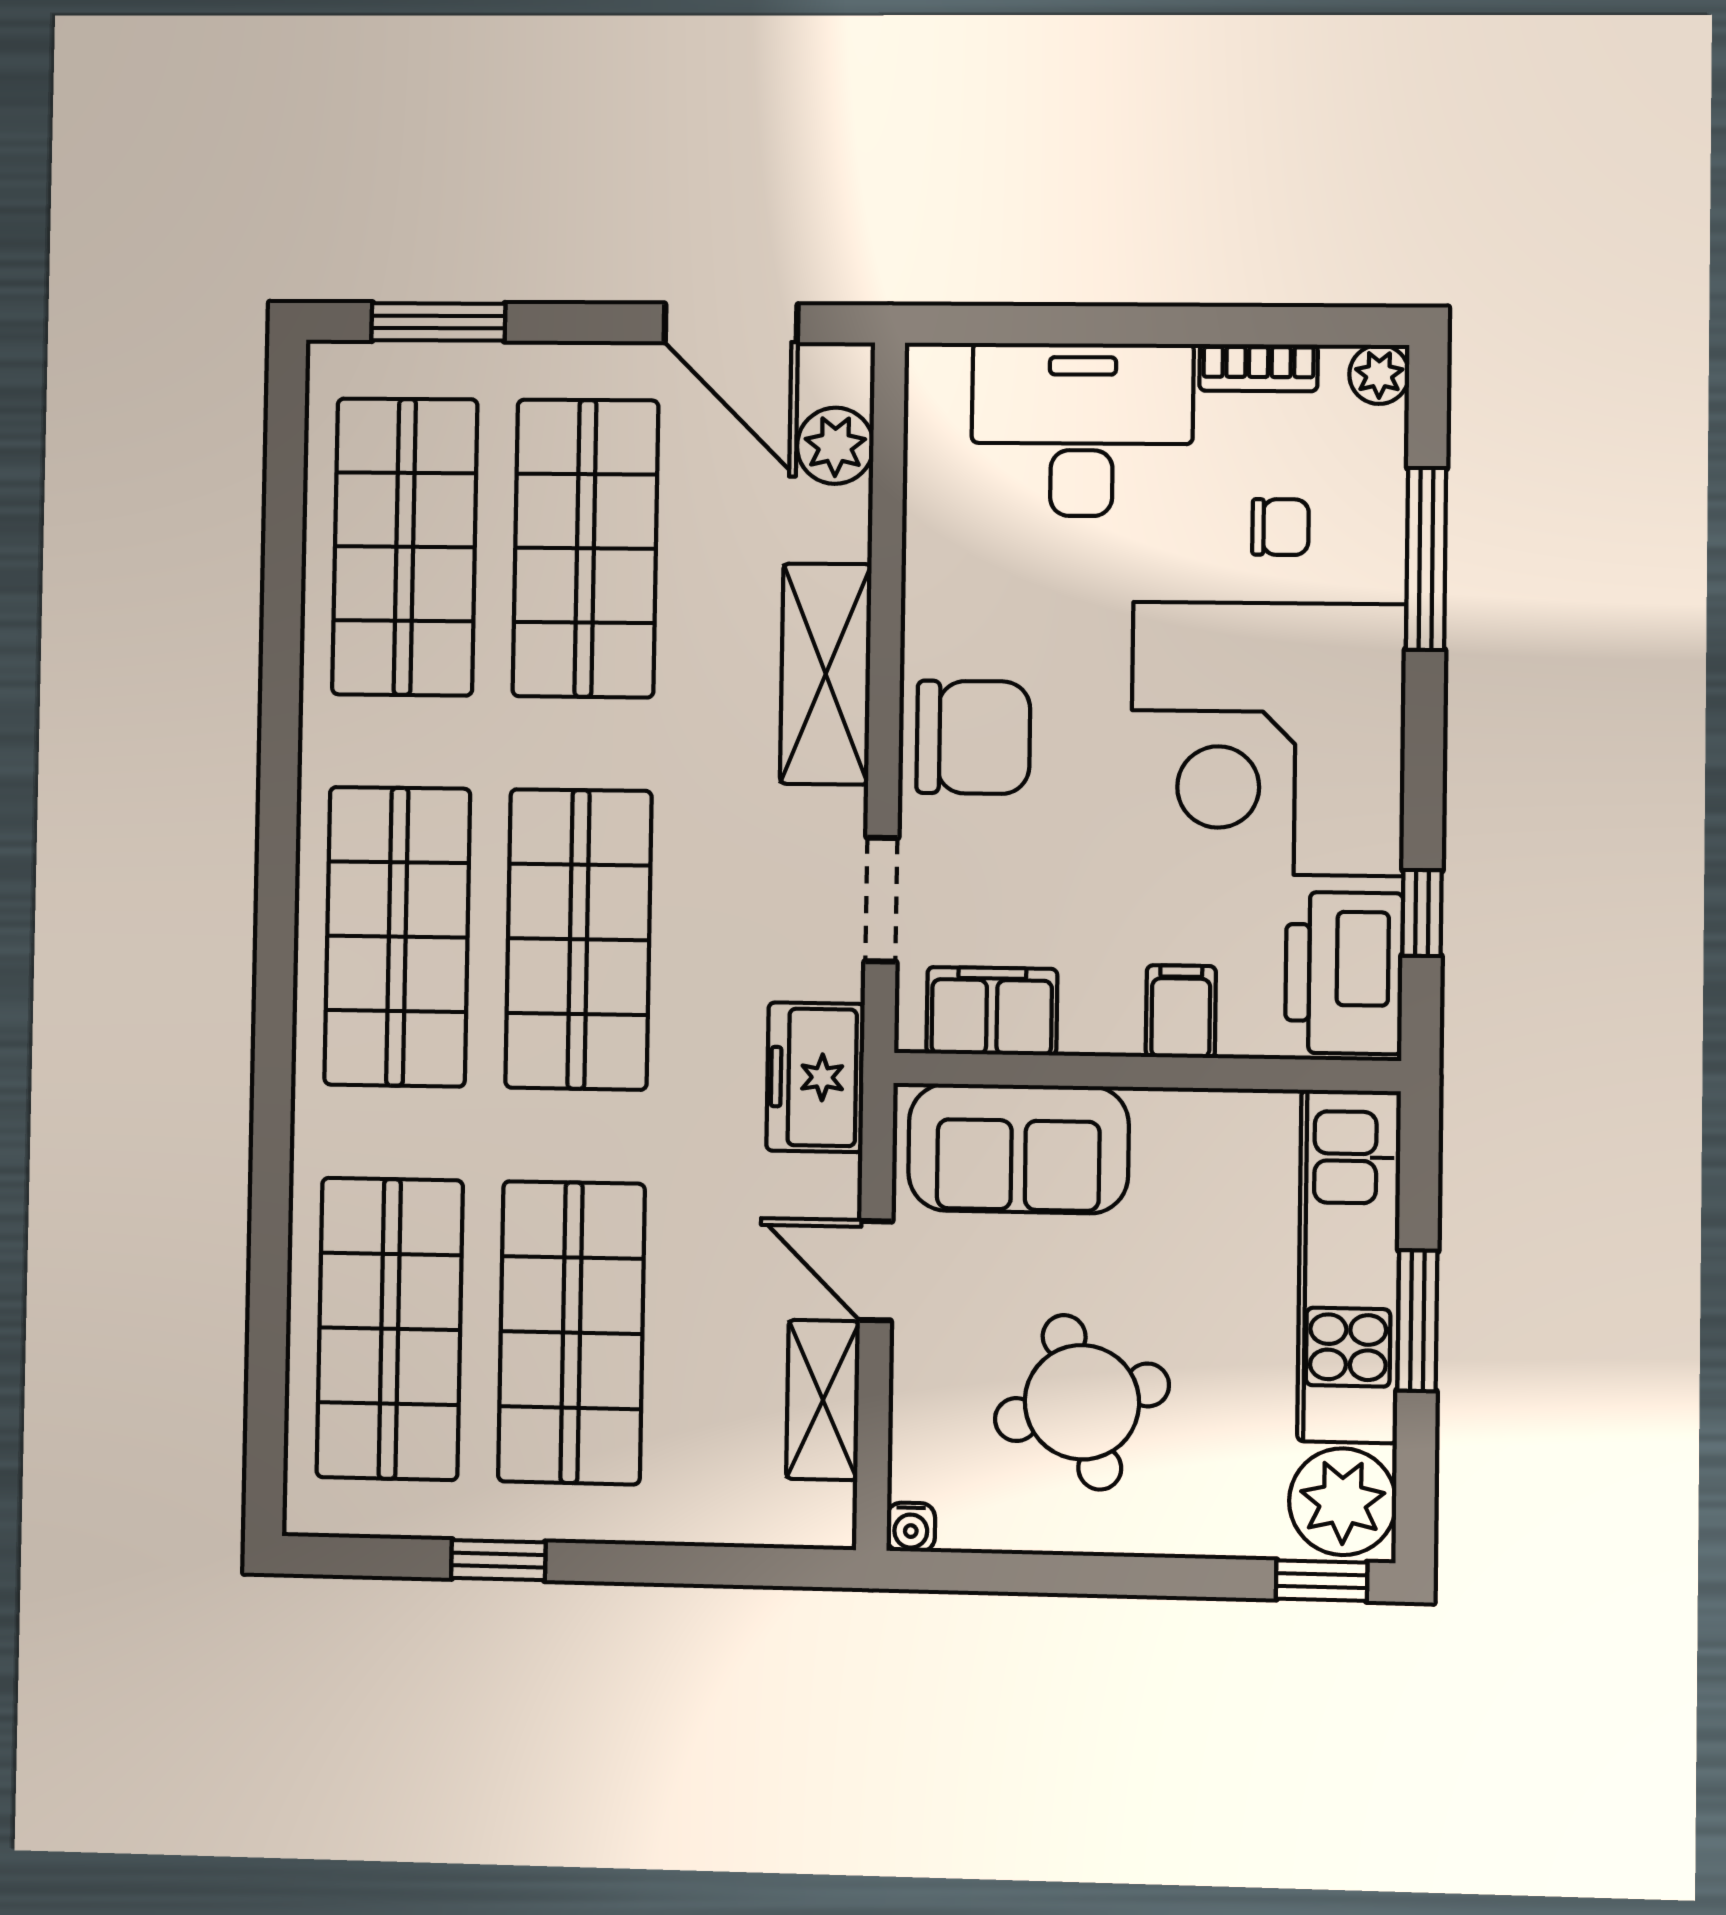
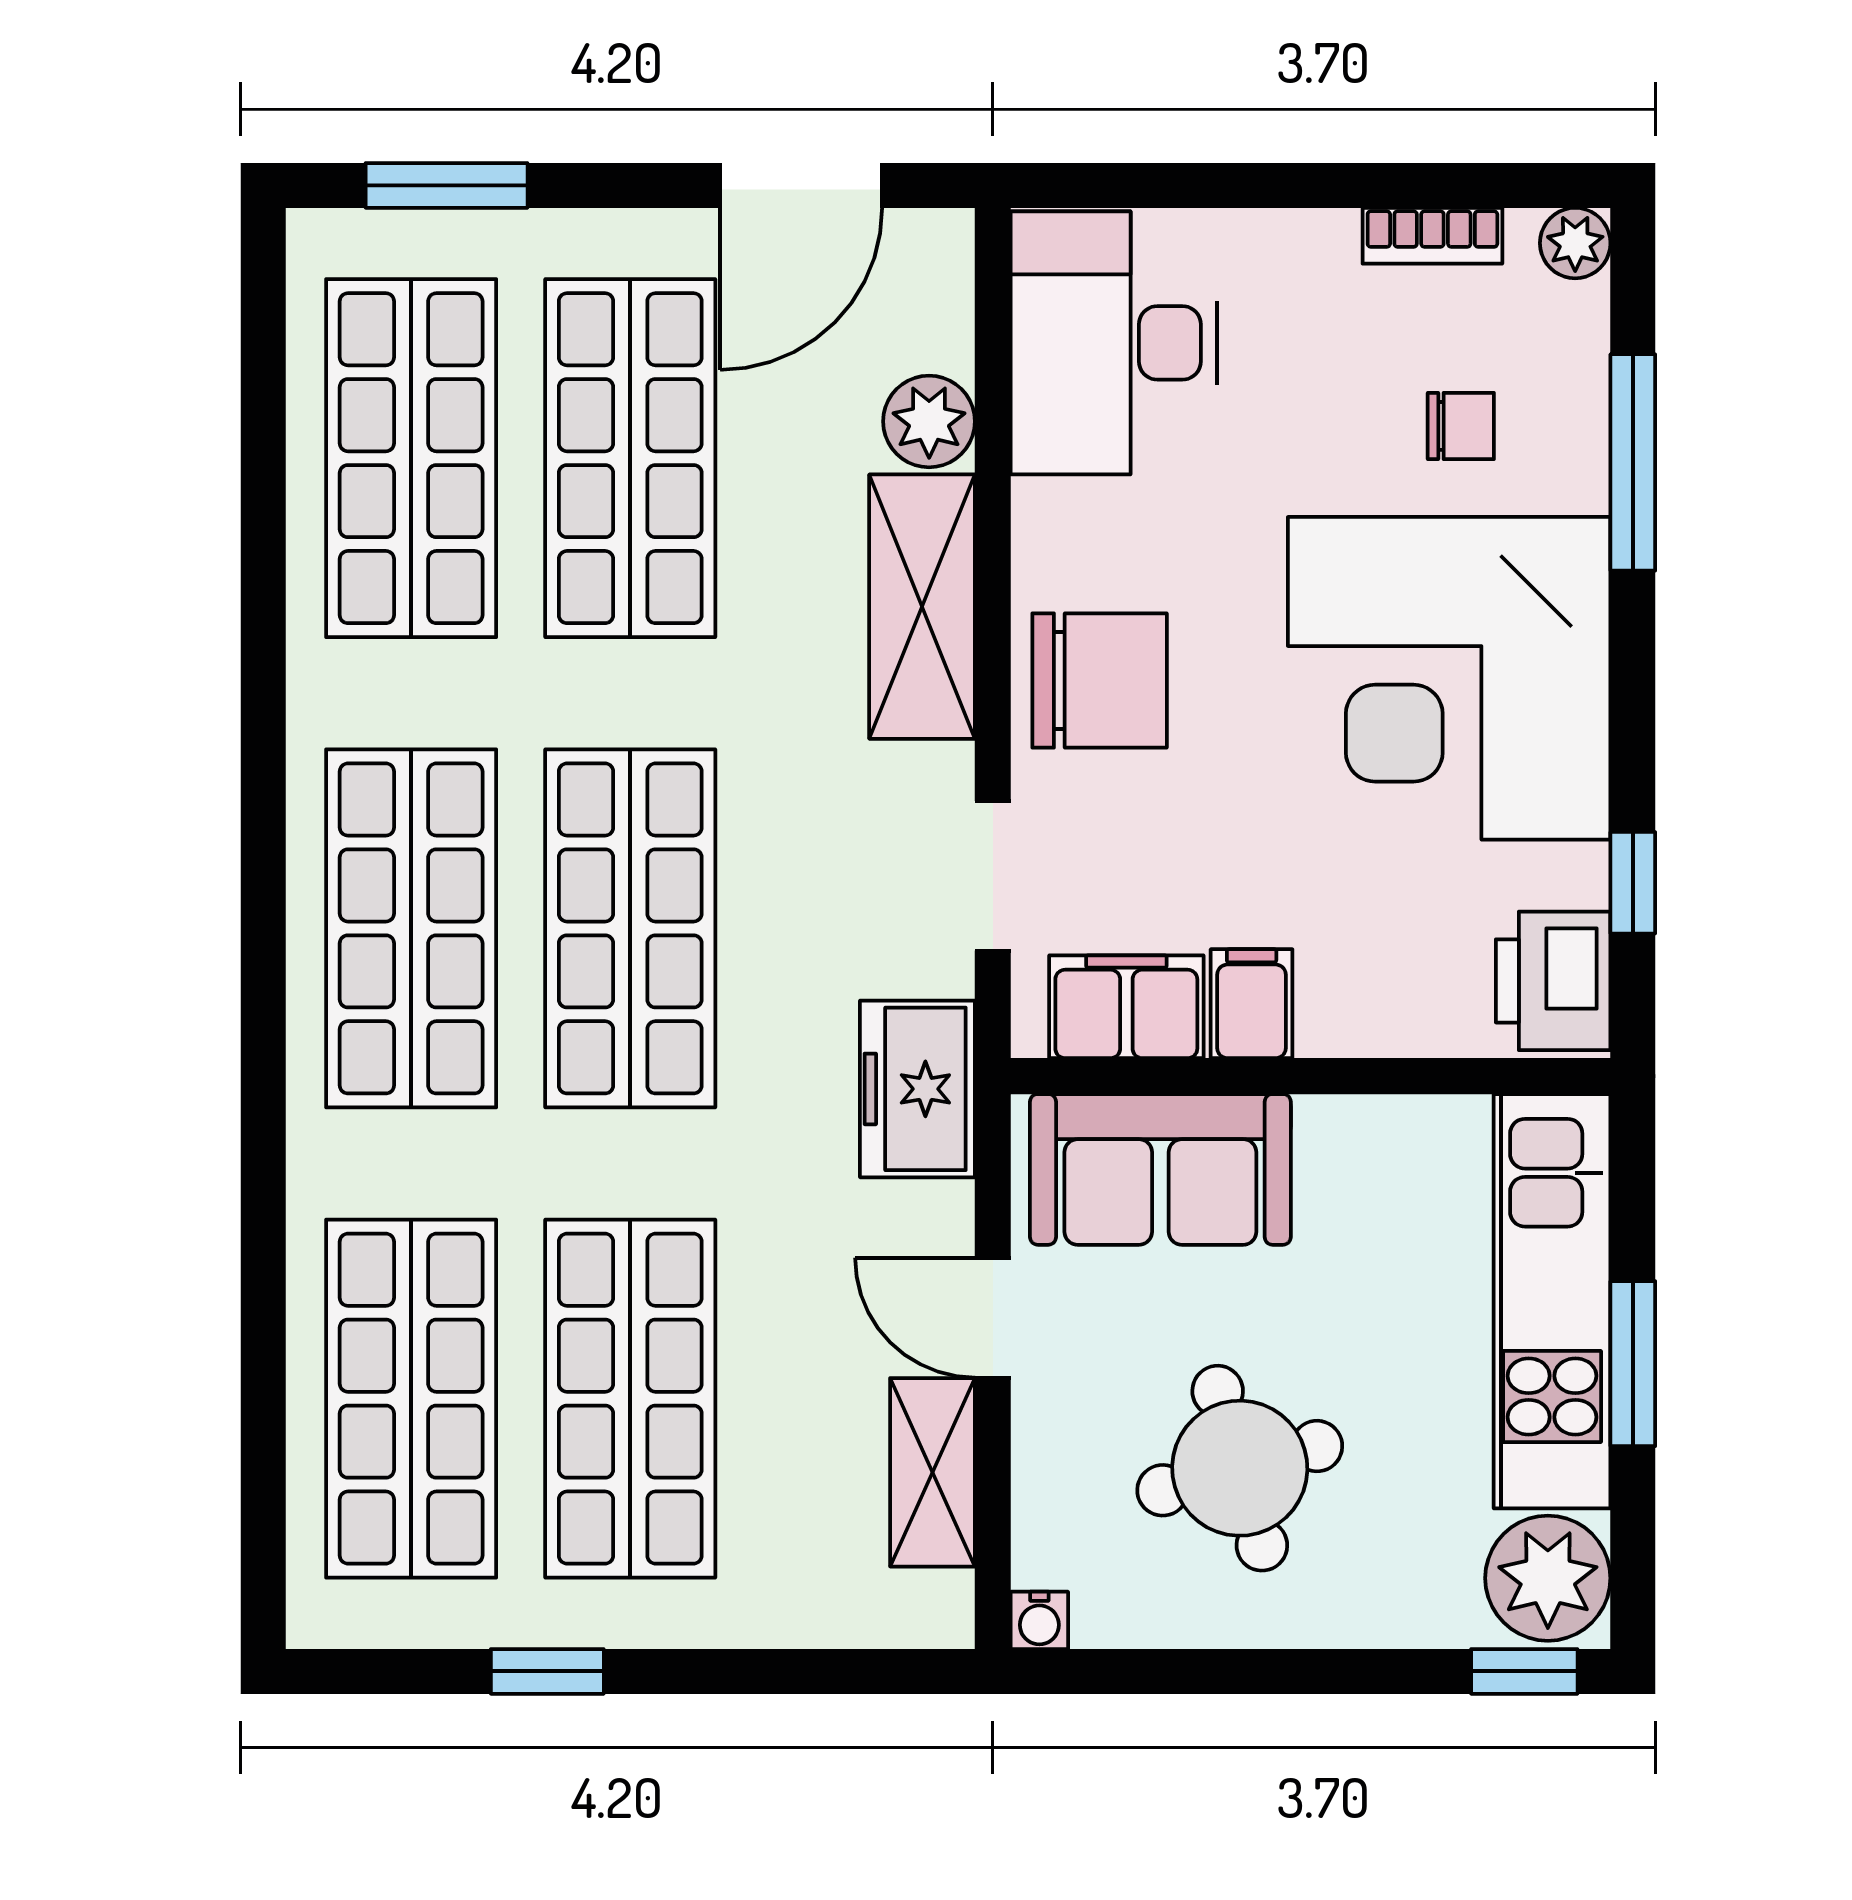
door: (731, 323) -> (801, 185), hinge flipped
desk: (1082, 430) -> (1114, 343), moved, turned -90
plant: (835, 446) -> (929, 421), moved
printer: (1344, 973) -> (1553, 981), width x0.73, depth x0.84
filing cabinet: (1181, 1012) -> (1252, 1004), moved

